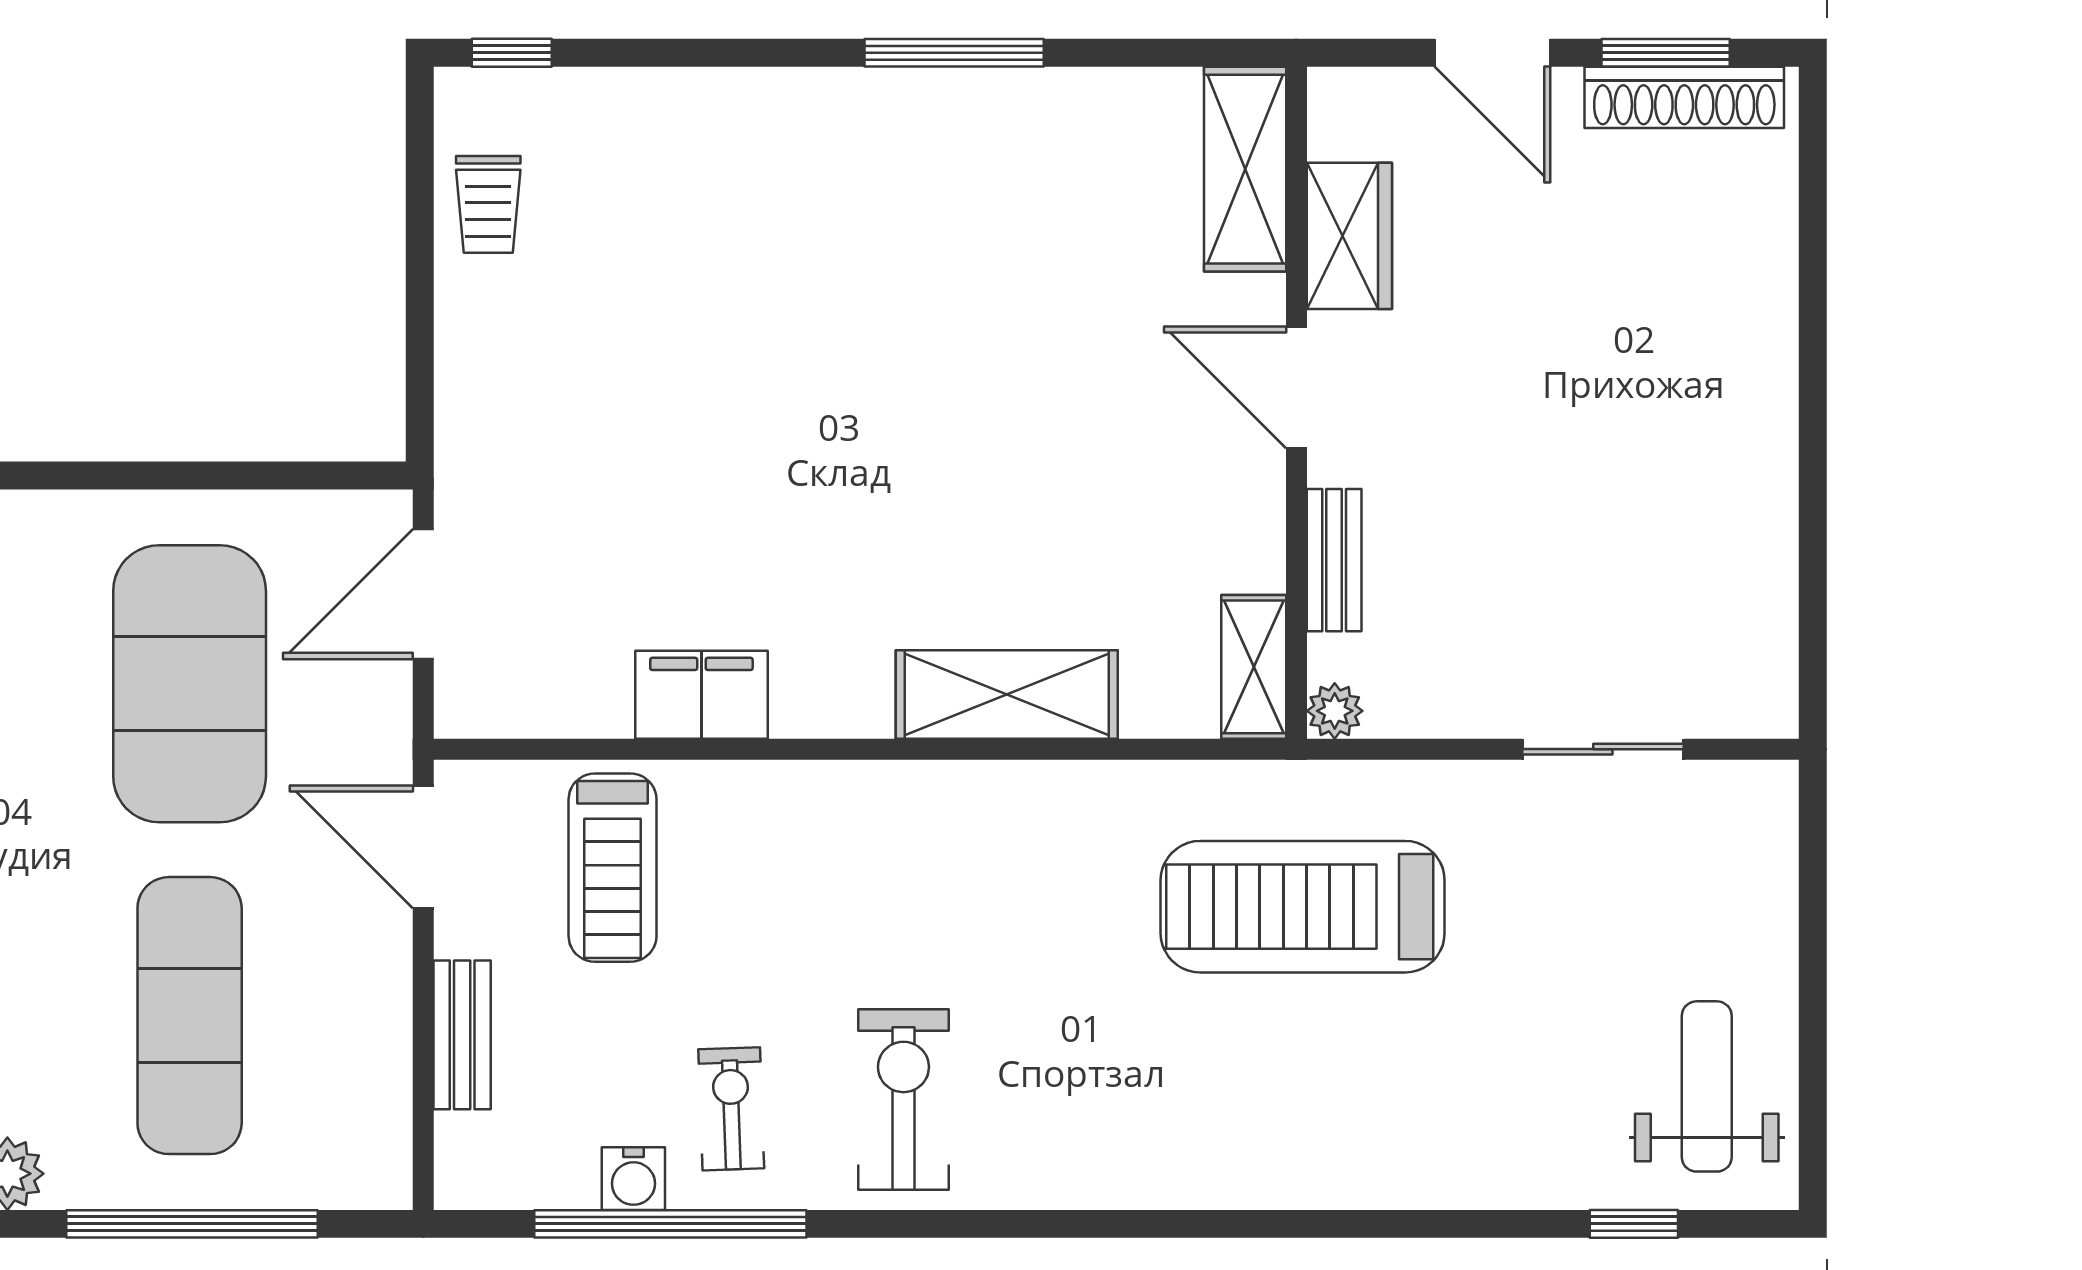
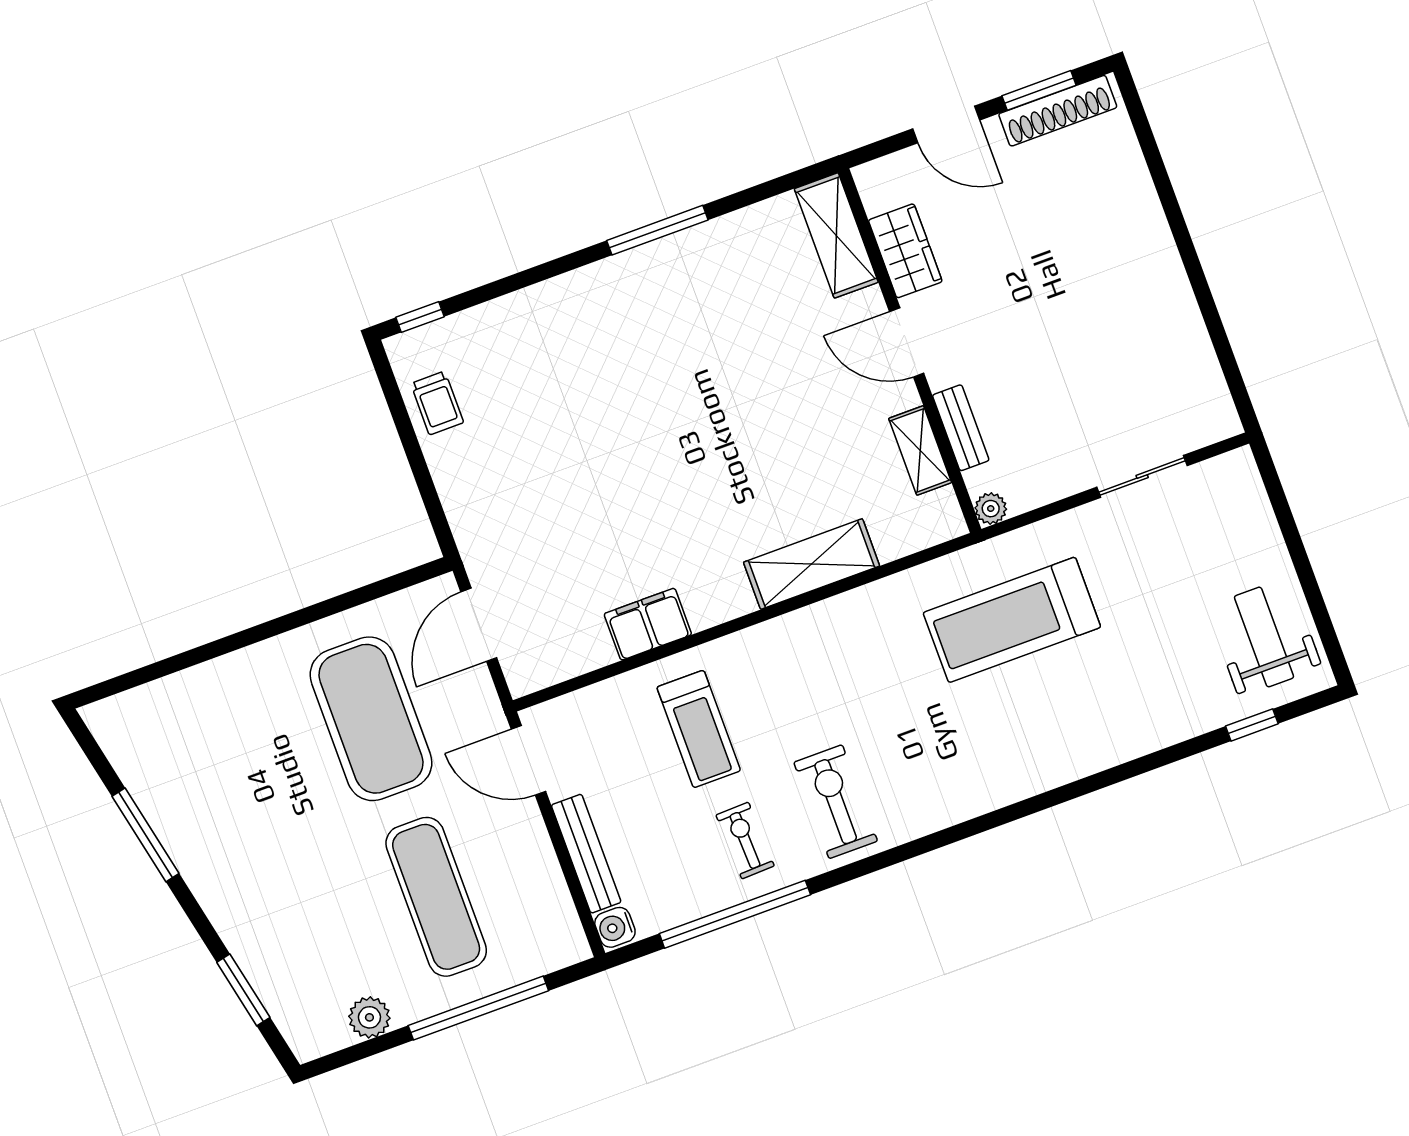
shelving: (1254, 667) -> (920, 450), moved
treadmill: (613, 868) -> (699, 729), moved
bench: (462, 1035) -> (586, 854), width x1.36
water cooler: (633, 1179) -> (615, 927), moved, turned 90

